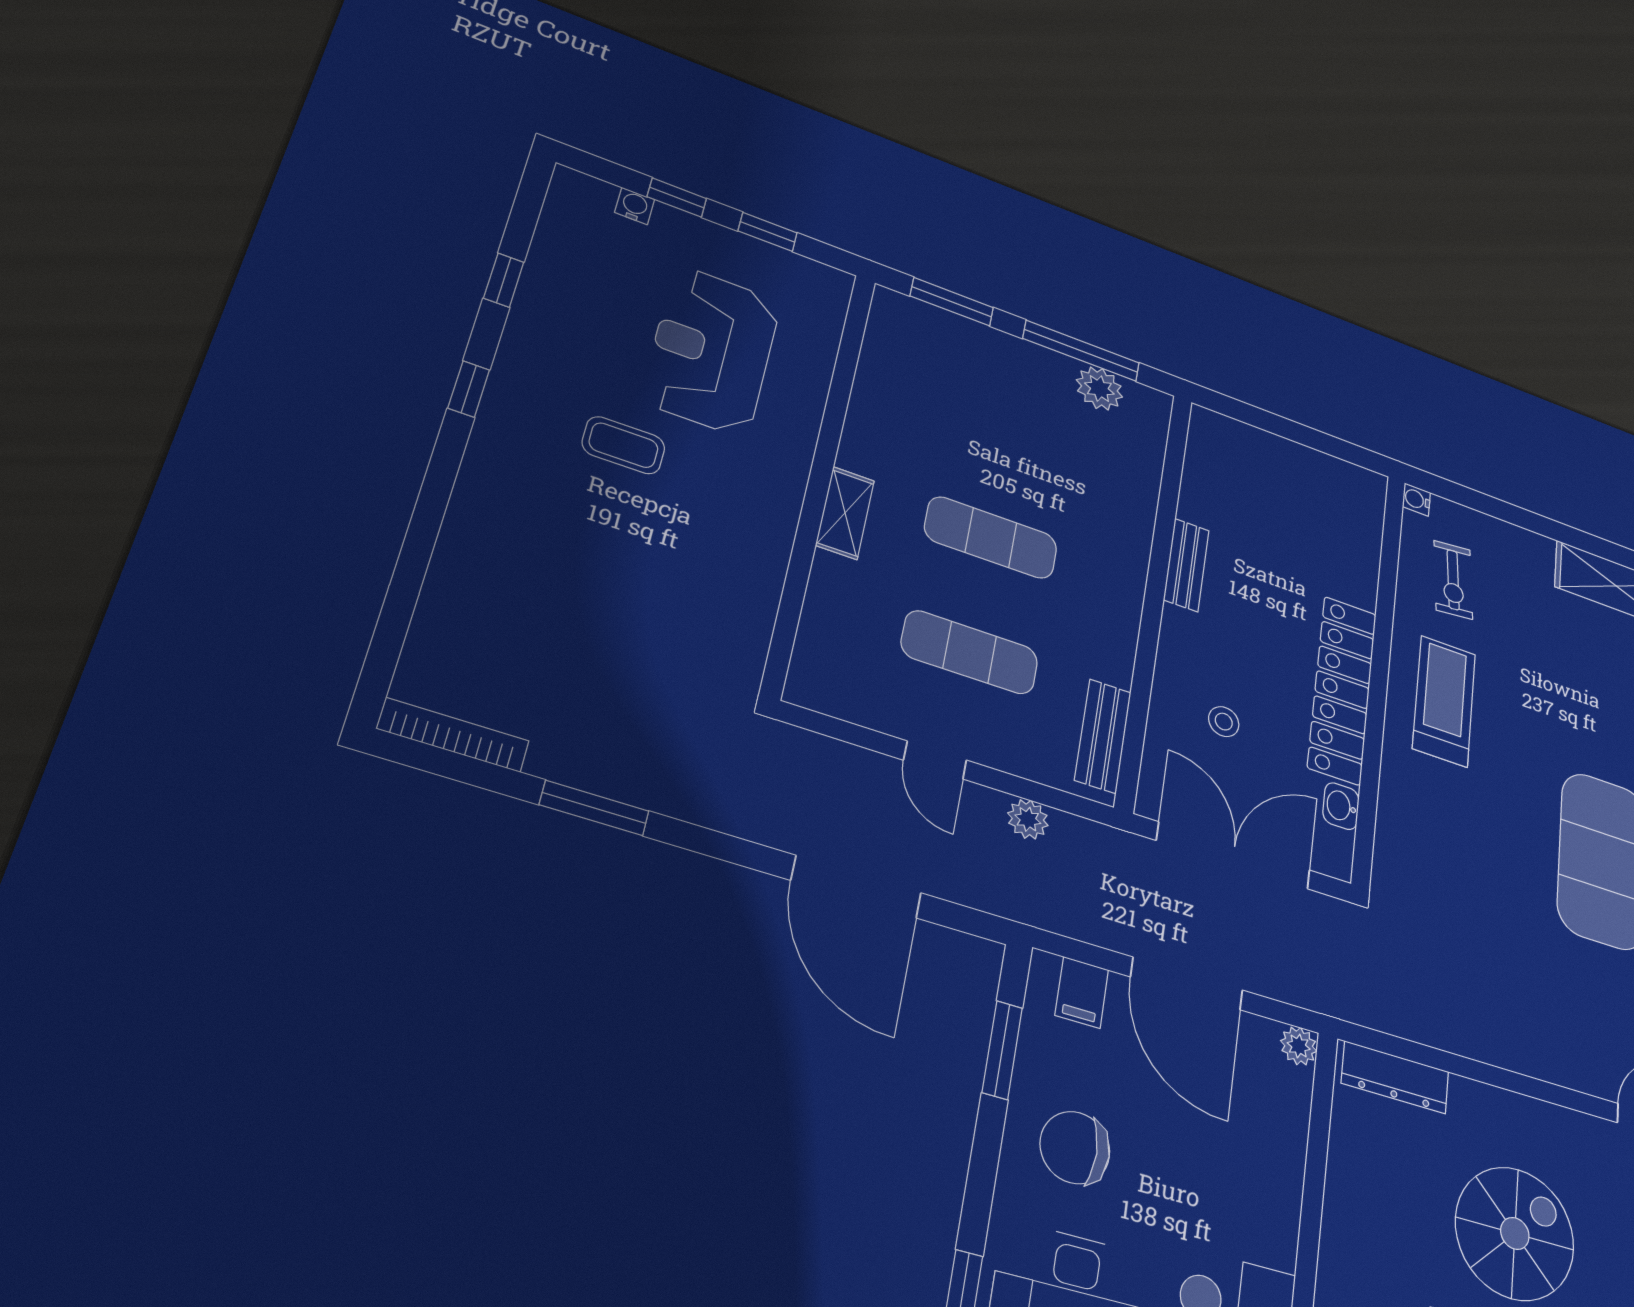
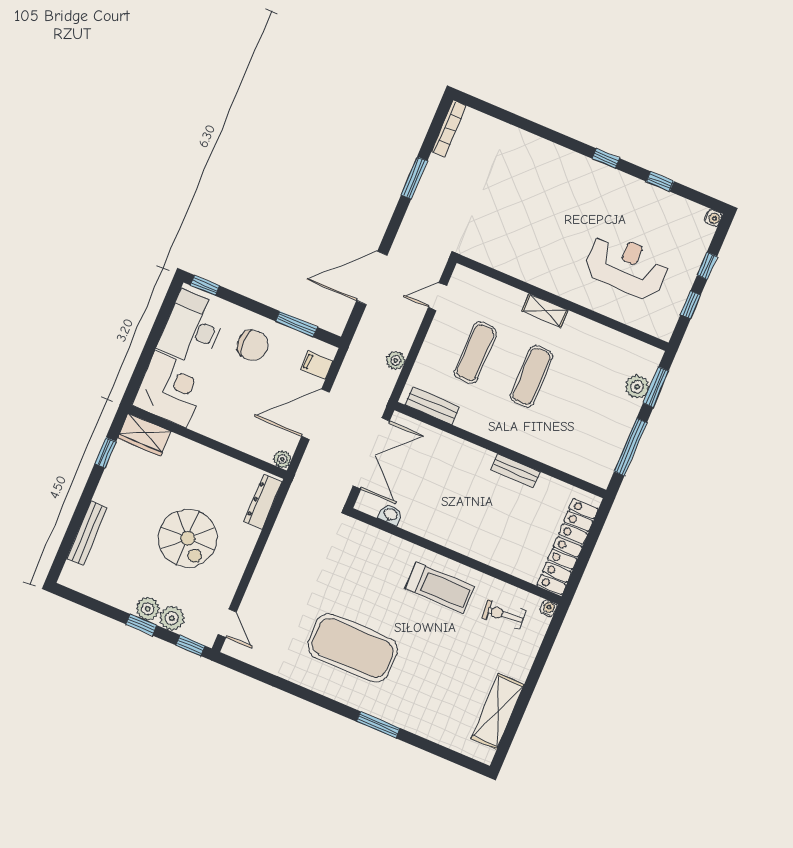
water cooler: (635, 206) -> (713, 218), moved
plant: (1099, 388) -> (637, 387), moved
coffee table: (623, 445) -> (579, 219), removed
locker: (1342, 690) -> (568, 547), moved, turned -90
stool: (1224, 722) -> (436, 467), removed
door: (935, 760) -> (438, 296), moved
chair: (1075, 1148) -> (252, 345), turned 90

